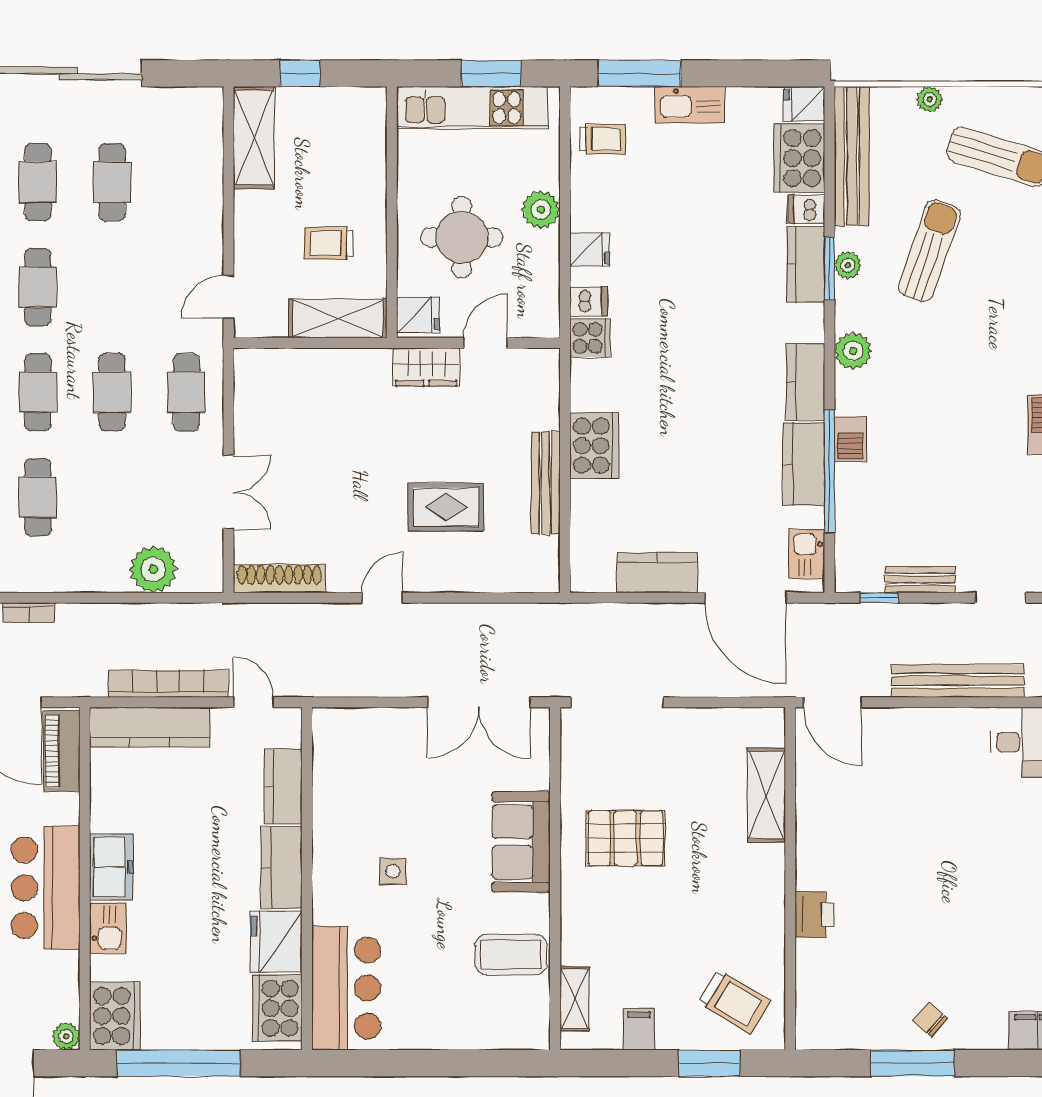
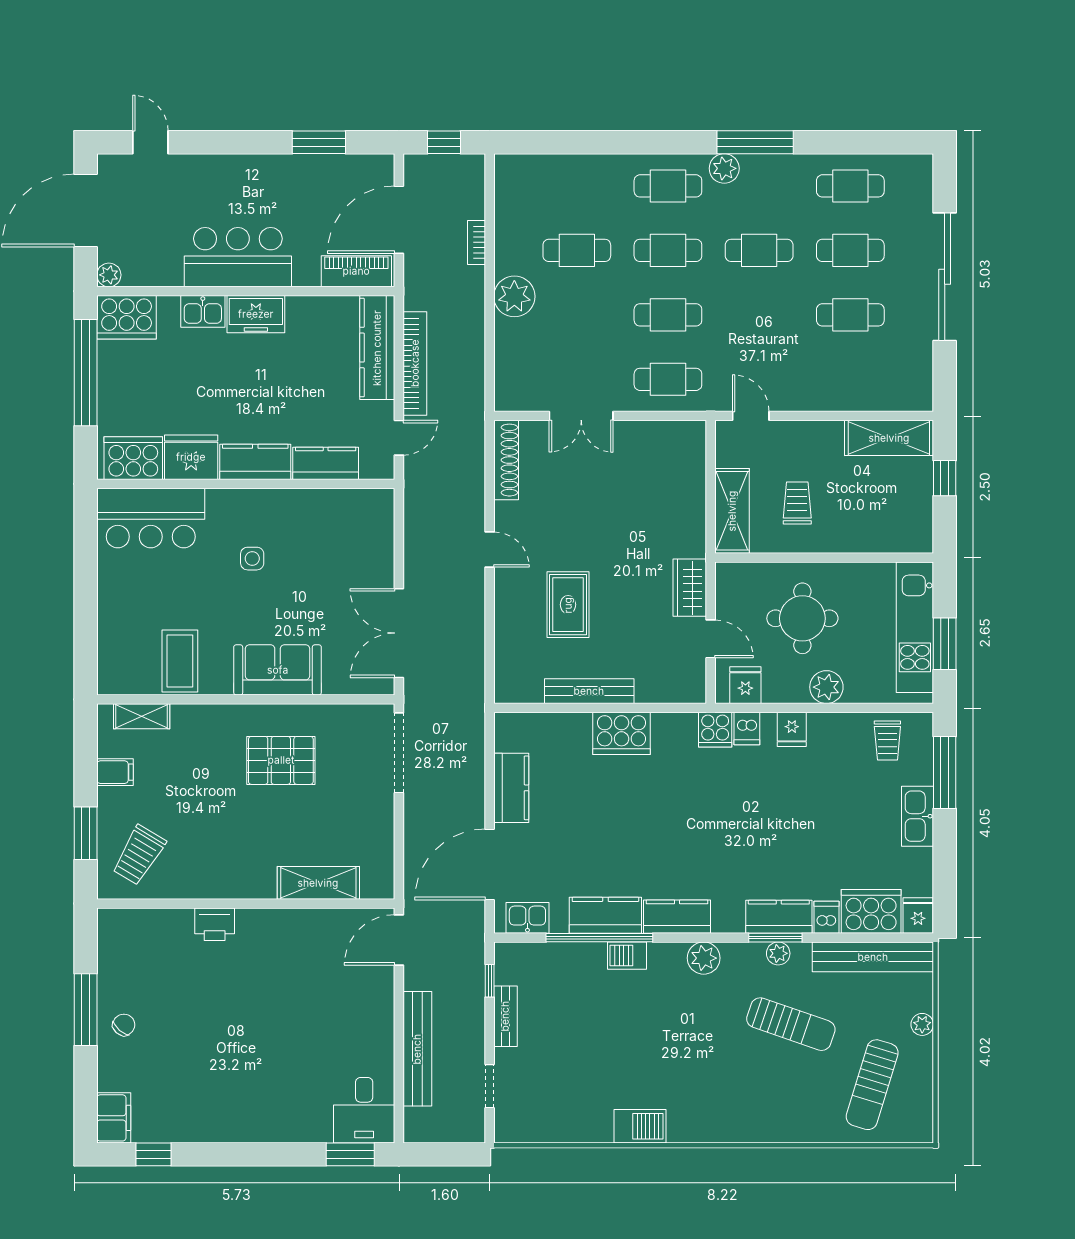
fridge: (418, 315) -> (745, 685), moved, turned 180
plant: (153, 569) -> (514, 296), moved
pallet: (625, 838) -> (281, 760), turned 90

